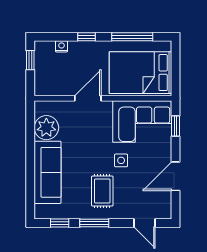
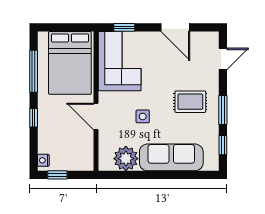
nightstand: (62, 46) -> (43, 160), moved
side table: (121, 160) -> (143, 116), moved

